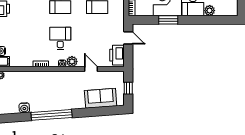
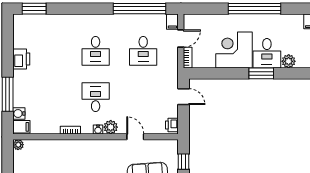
window: (168, 20) -> (261, 73), moved
printer: (117, 55) -> (172, 125), width x0.53, depth x0.68

